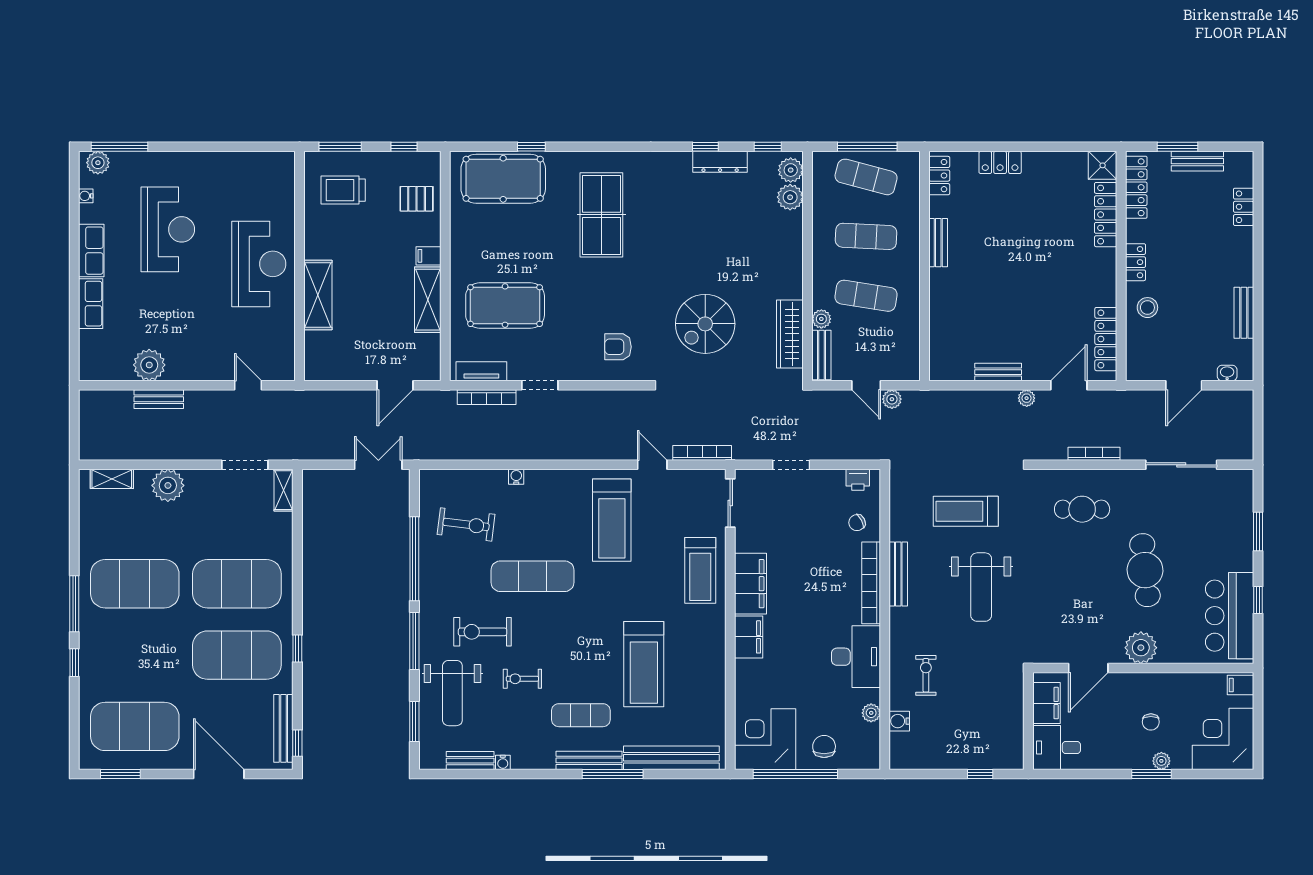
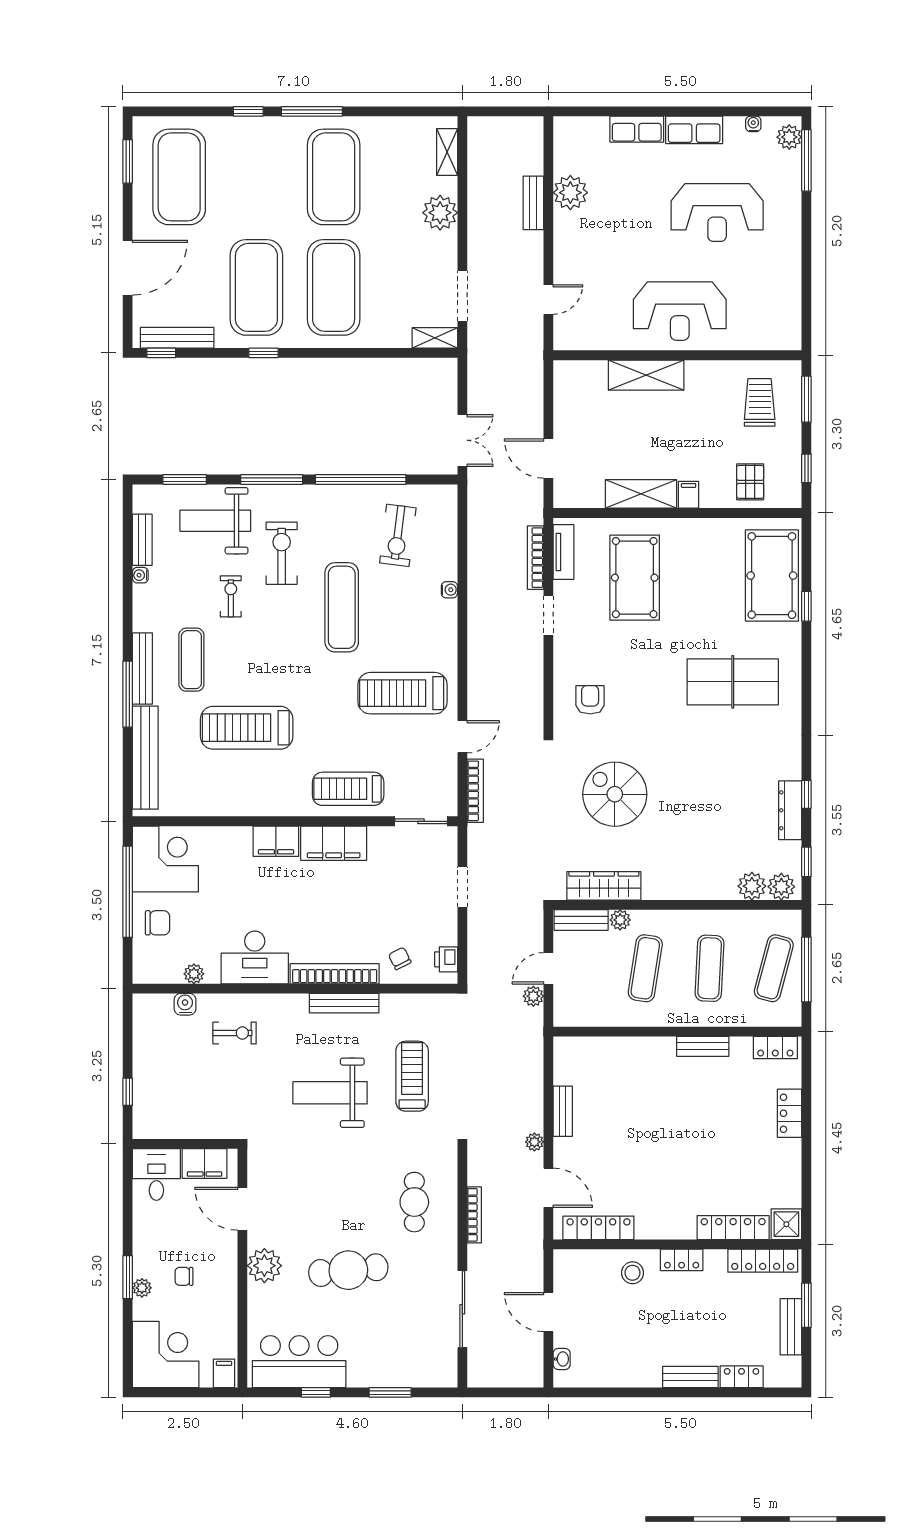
bench: (1244, 313) -> (690, 1377), moved

